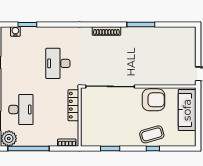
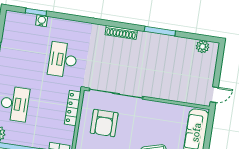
water cooler: (15, 31) -> (42, 21), moved
plant: (181, 33) -> (203, 47), added
armchair: (153, 100) -> (104, 123), moved, turned 90

